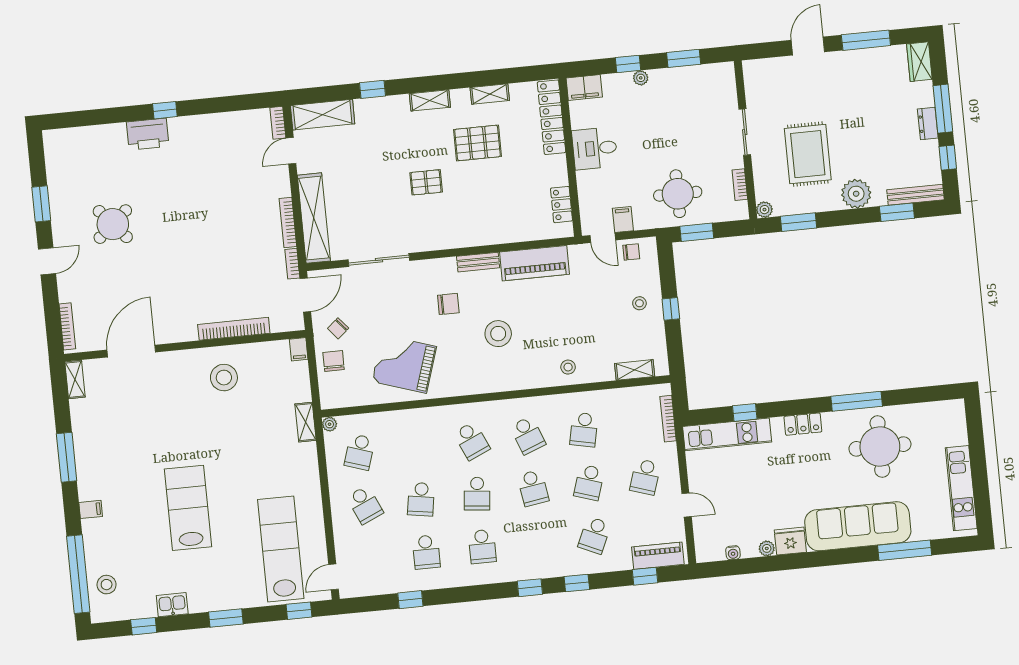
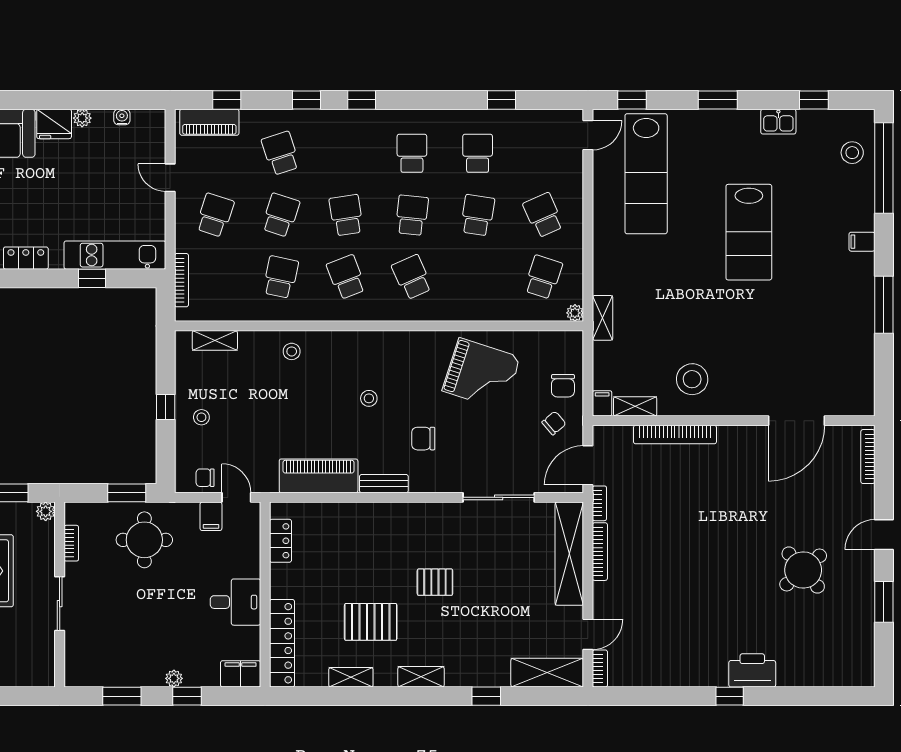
stool: (498, 334) -> (369, 398), width x0.53, depth x0.53
shelving: (75, 379) -> (635, 406), moved, turned 90
school desk: (594, 535) -> (281, 153), turned -42

